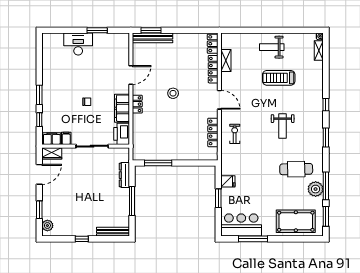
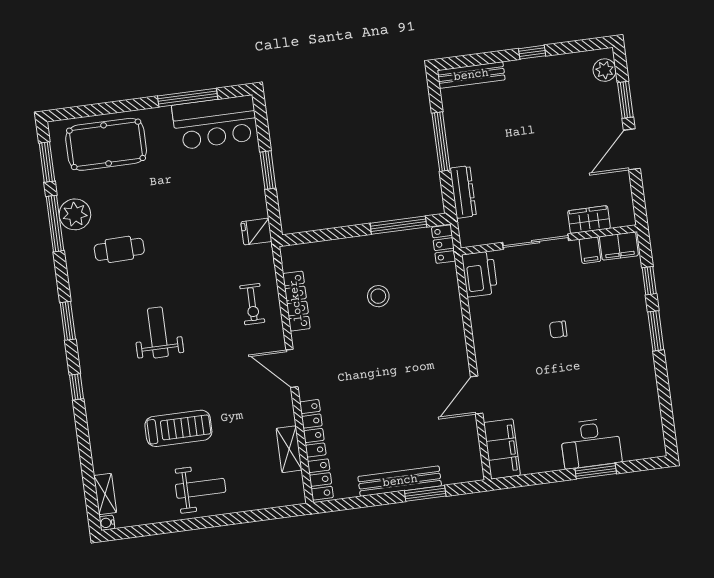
window: (97, 30) -> (596, 471), moved
window: (151, 30) -> (425, 493), moved
bench: (153, 38) -> (400, 481), moved
stool: (173, 93) -> (378, 296), moved
locker: (137, 104) -> (444, 244), moved
filing cabinet: (122, 108) -> (502, 449), moved
wardrobe: (52, 153) -> (589, 220), moved
cafe table: (296, 169) -> (119, 249), width x0.73, depth x0.74
door: (39, 174) -> (632, 149), moved
fridge: (228, 181) -> (256, 232), moved

